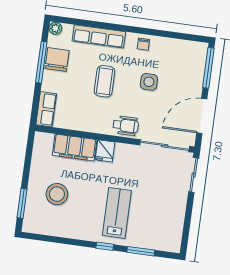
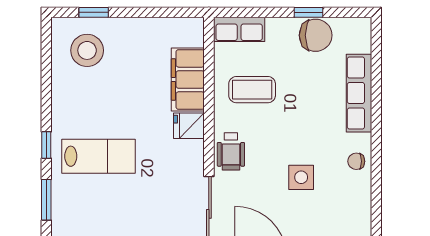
plant: (55, 28) -> (362, 26), removed
window: (41, 62) -> (308, 12), width x0.46
coffee table: (105, 81) -> (252, 90), moved
stool: (57, 194) -> (87, 50), moved
window: (22, 203) -> (94, 12), width x0.67

